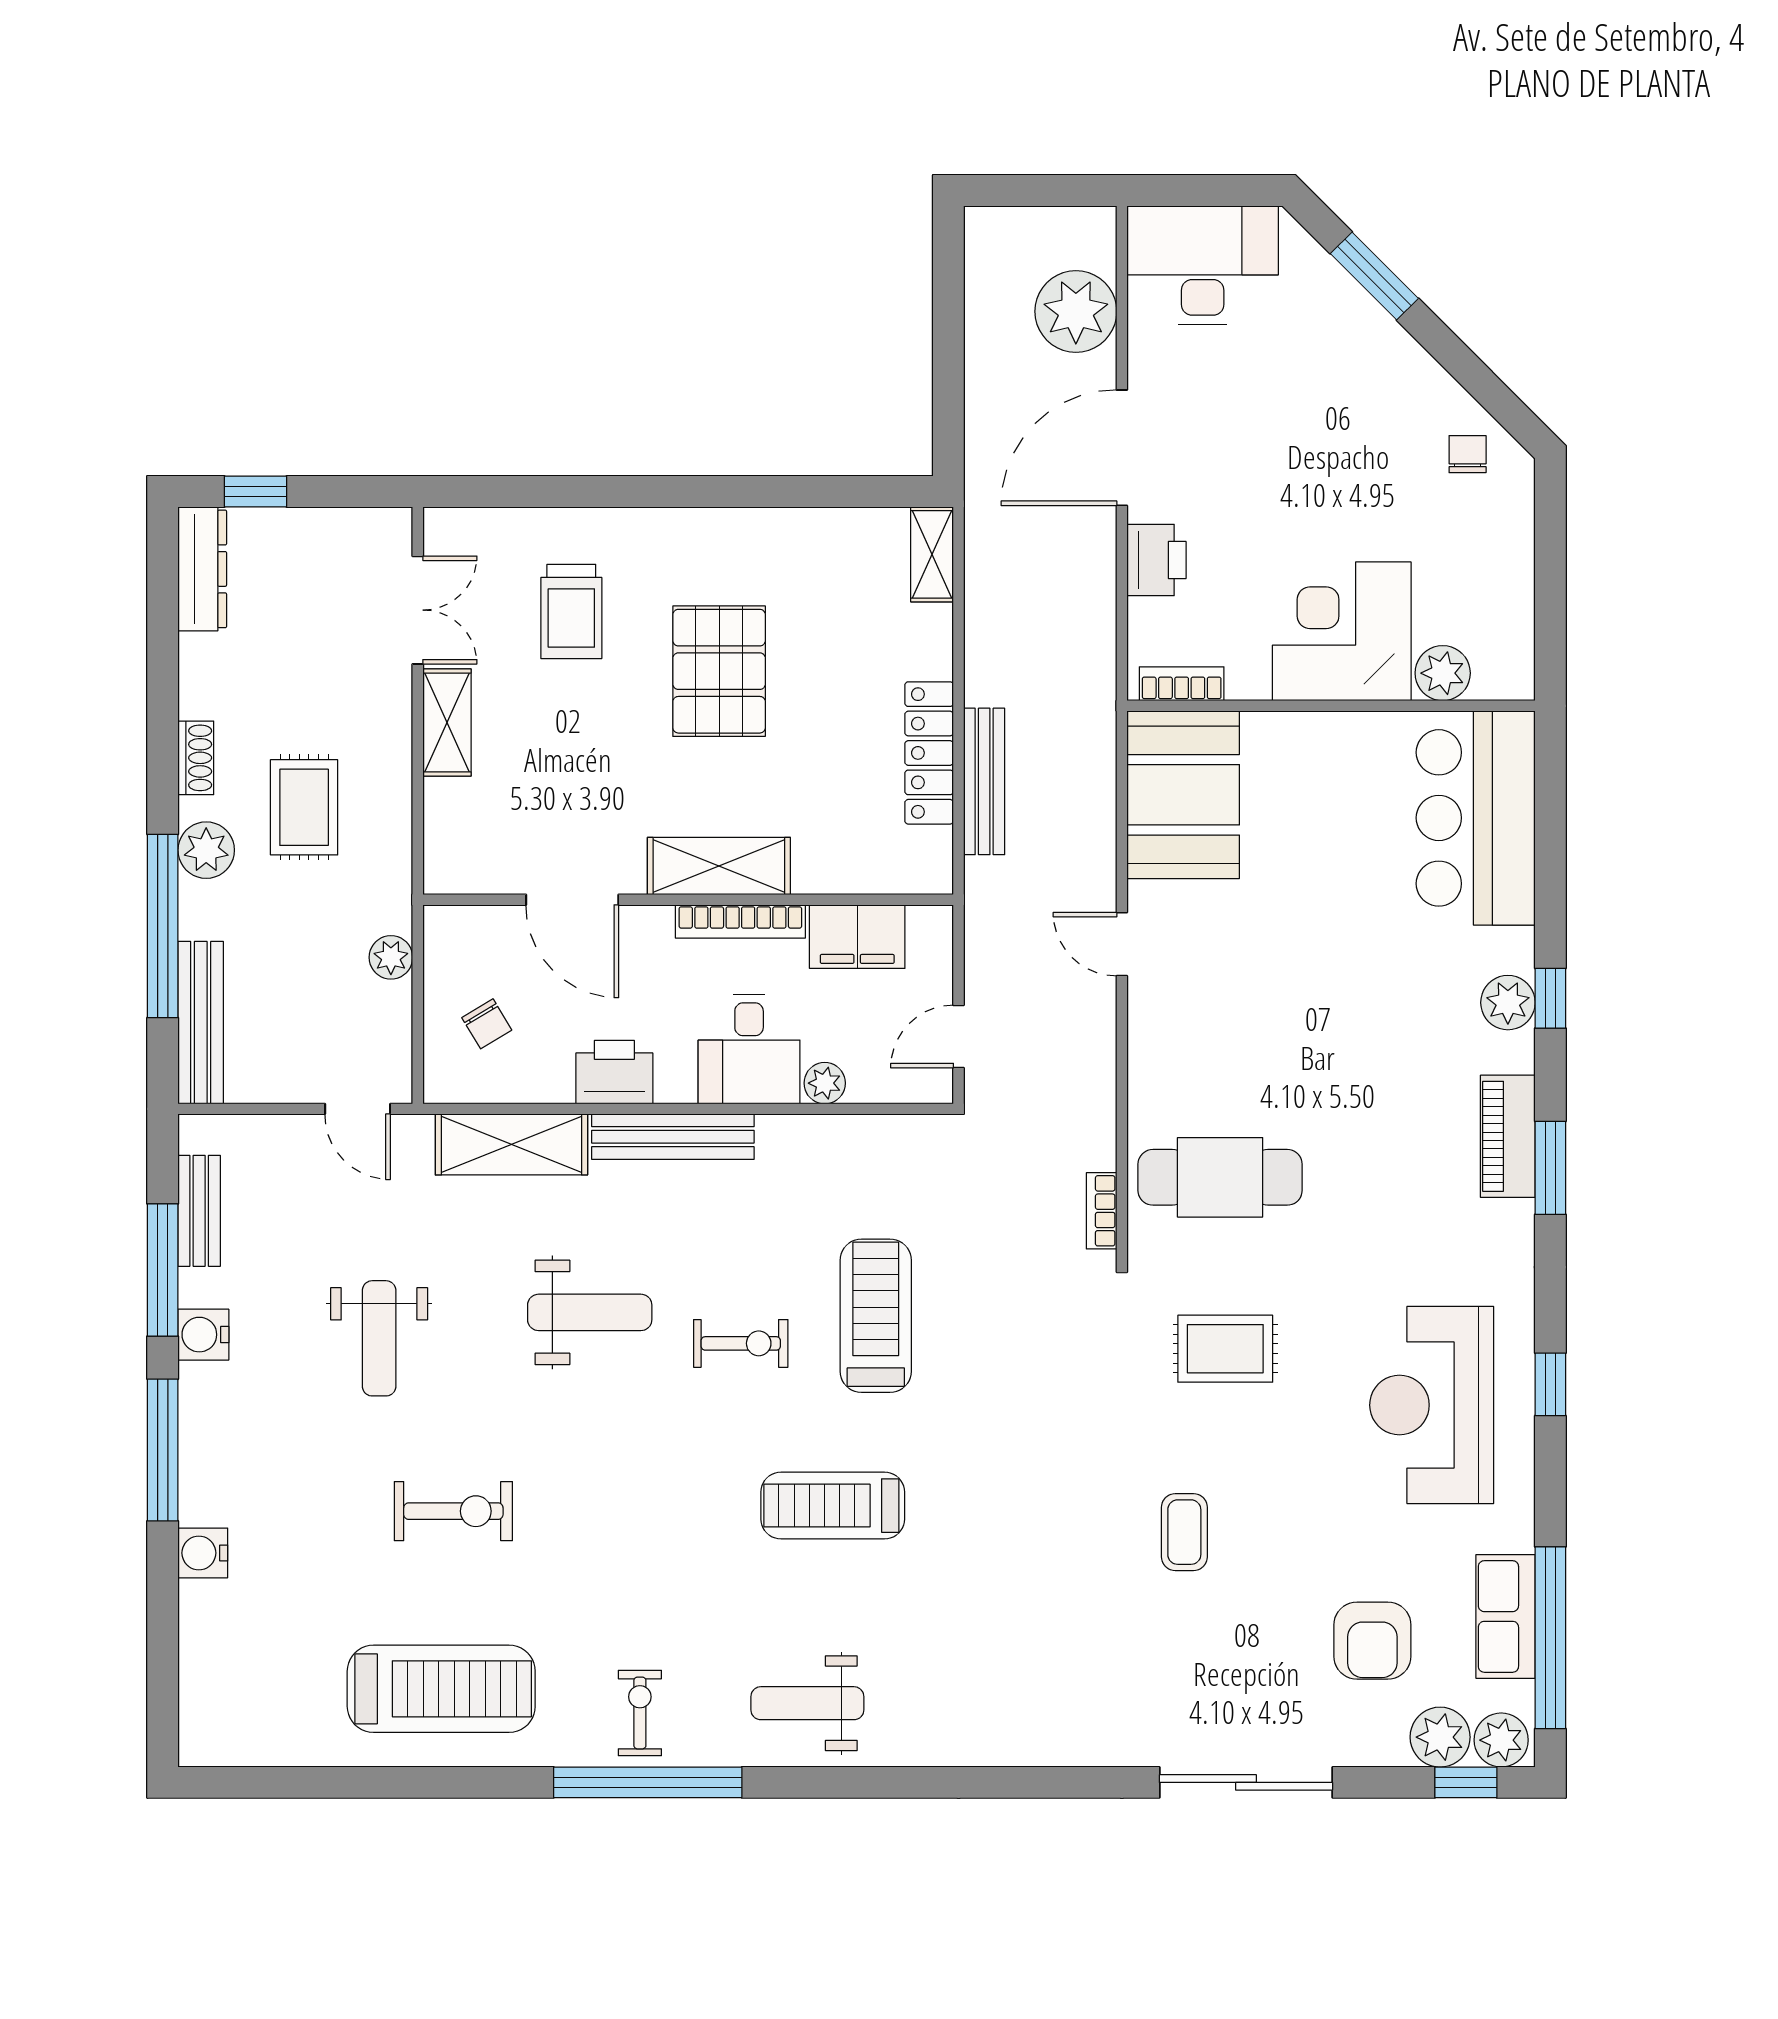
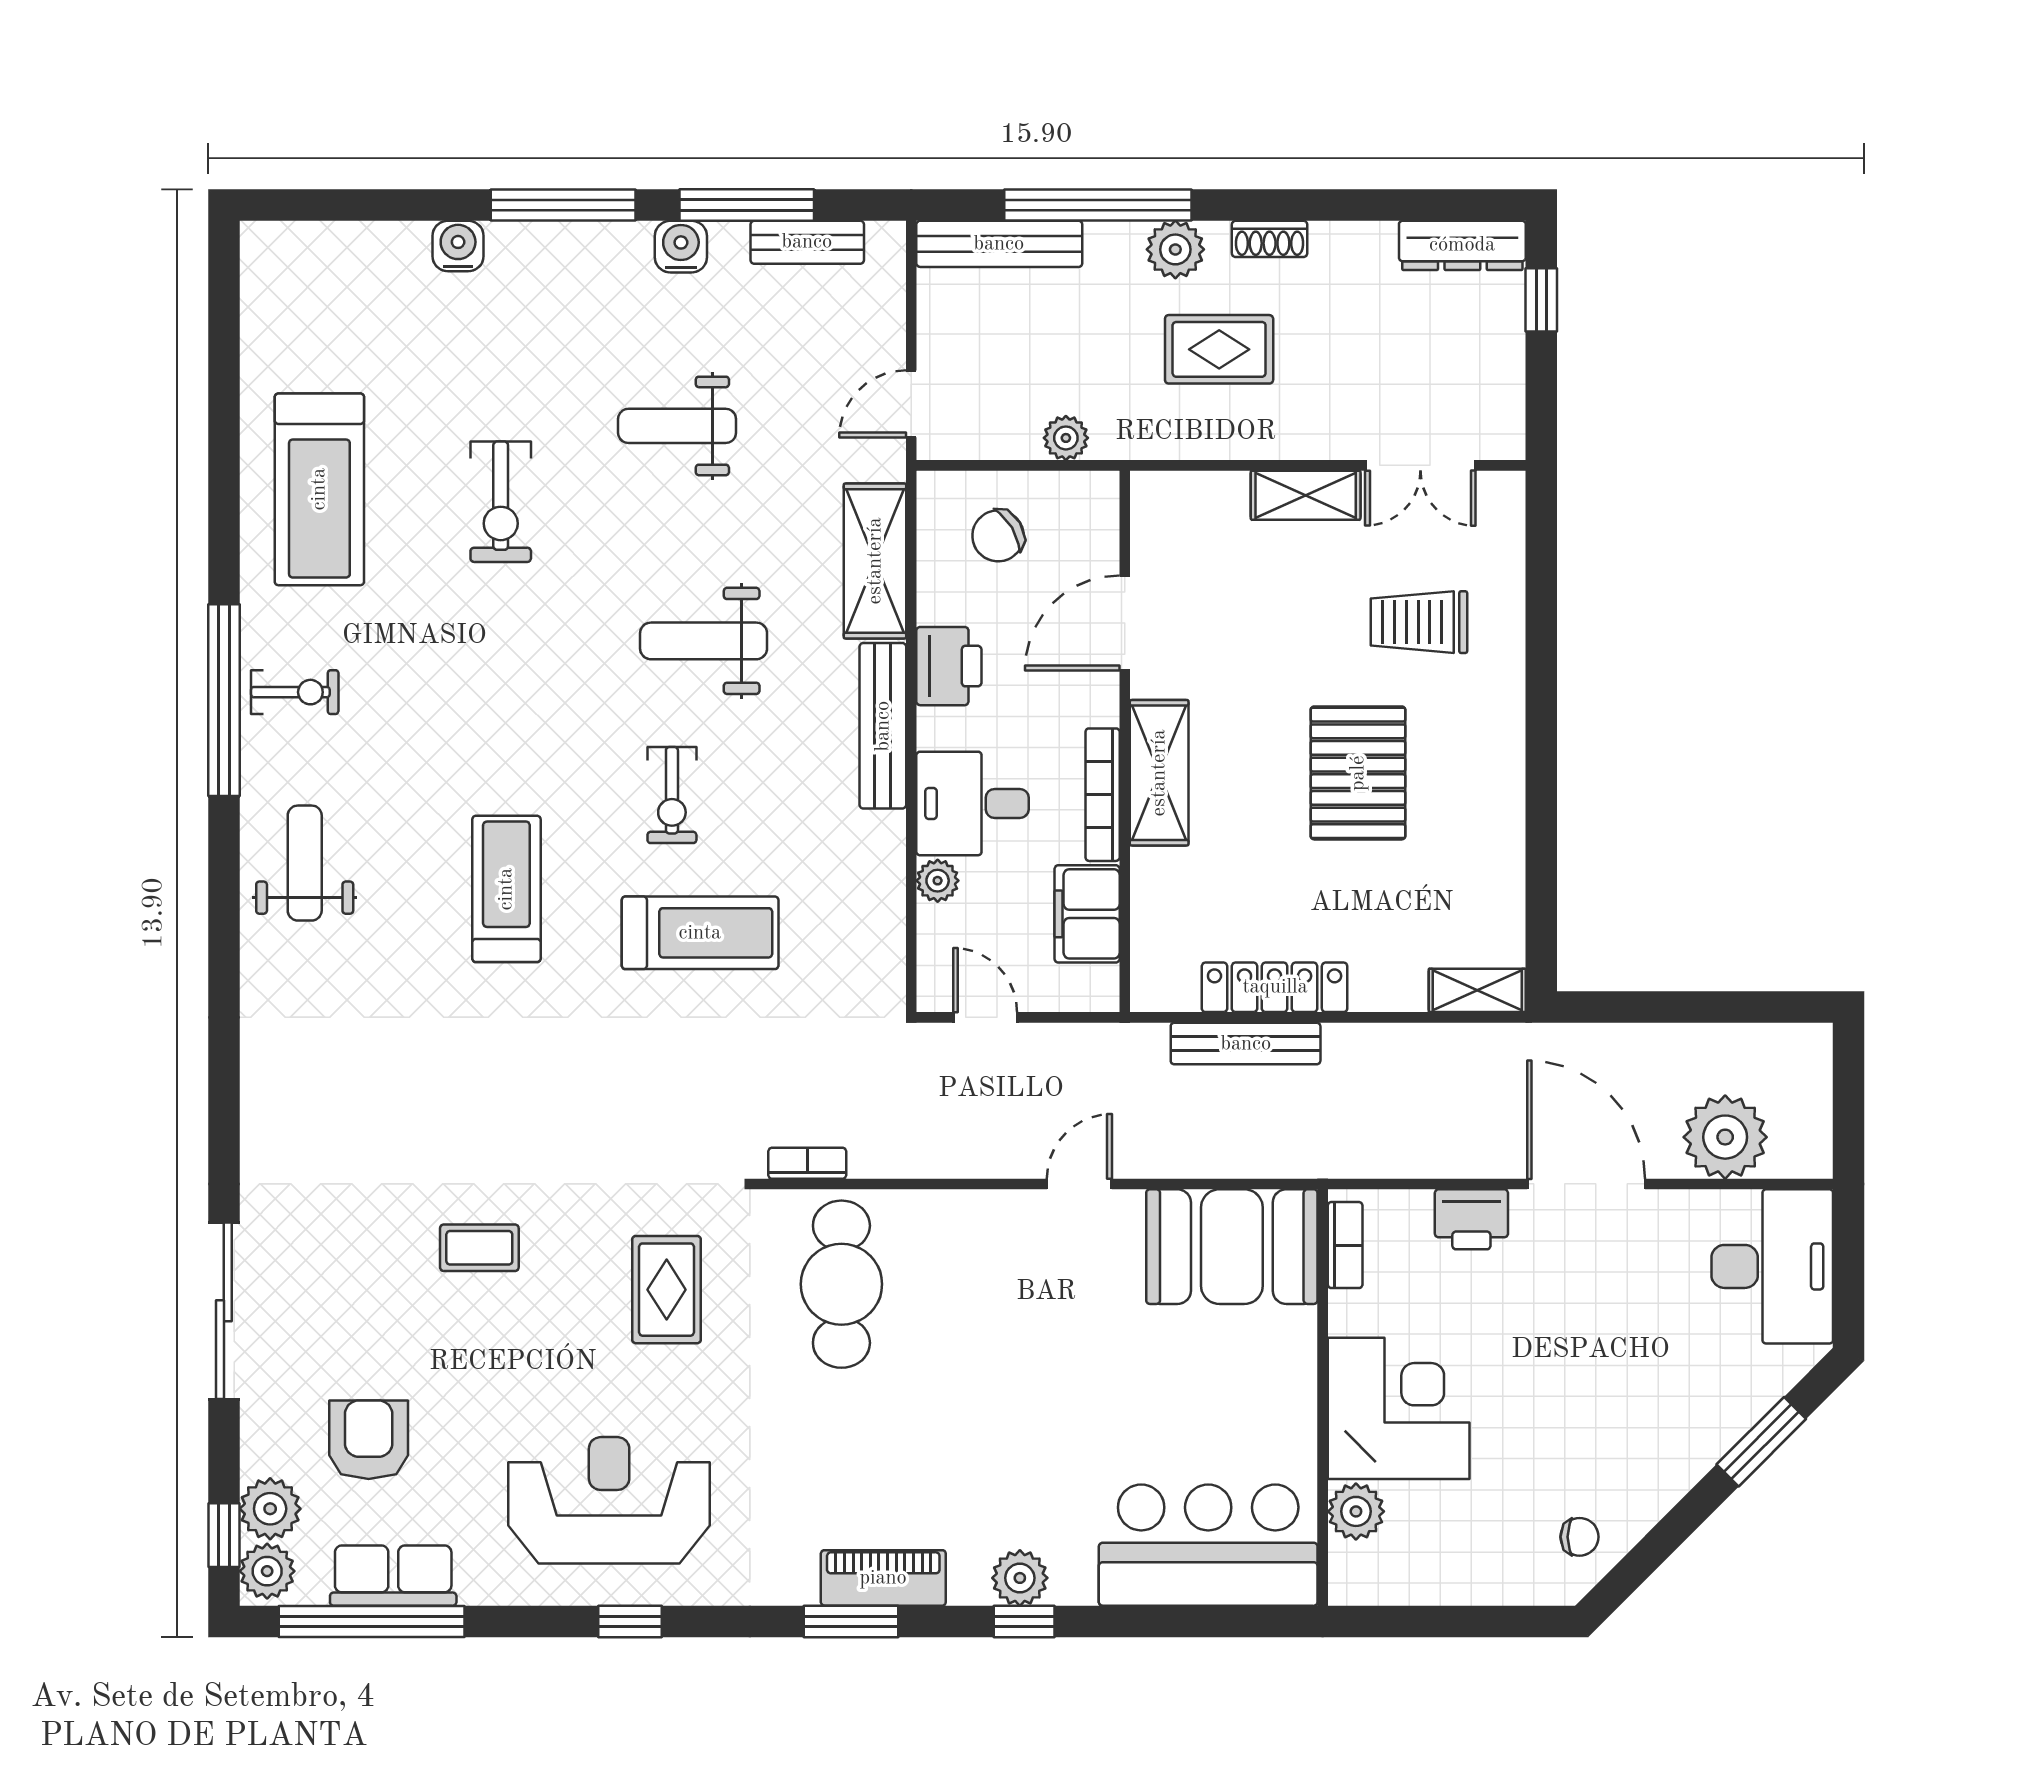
pallet: (719, 671) -> (1358, 773), turned 90
chair: (487, 1024) -> (998, 536), width x1.37, depth x1.37
weight bench: (590, 1312) -> (704, 641), turned 90
armchair: (1372, 1641) -> (369, 1440), turned 90

